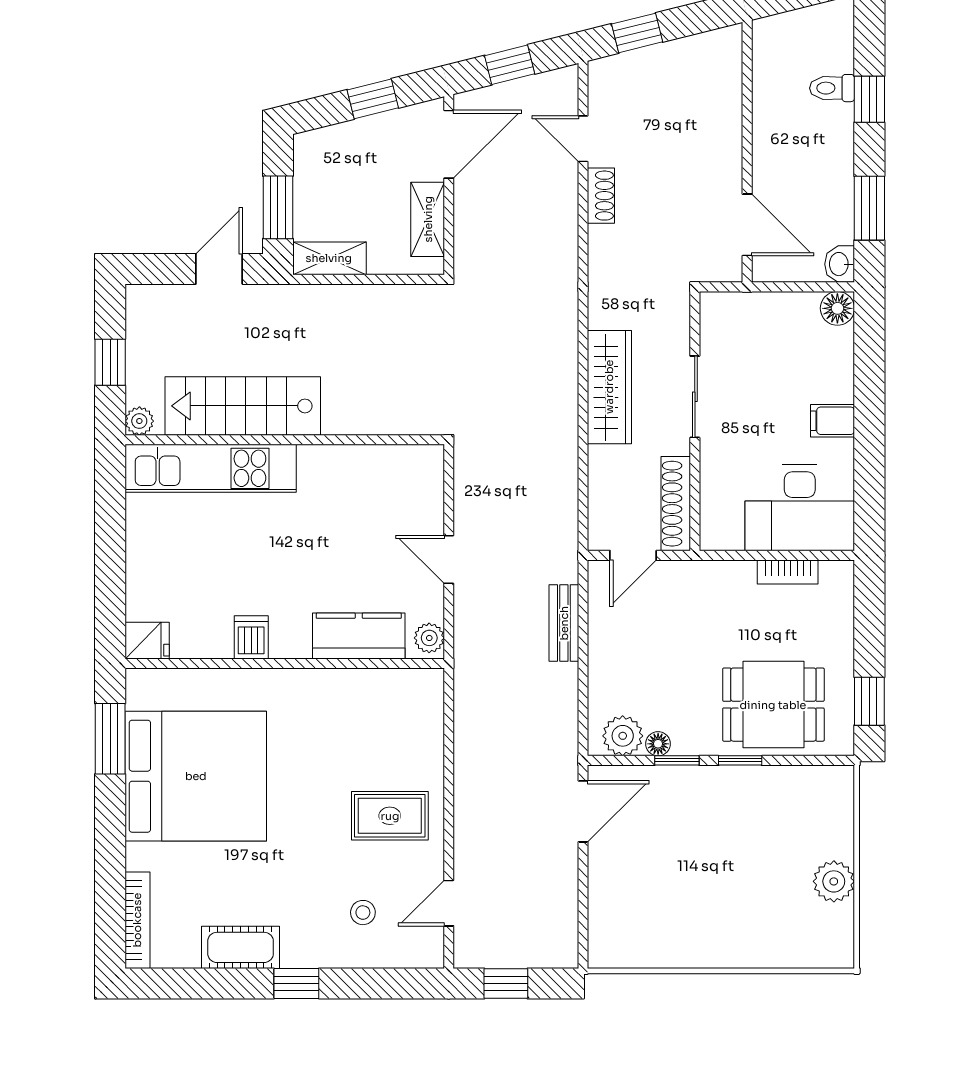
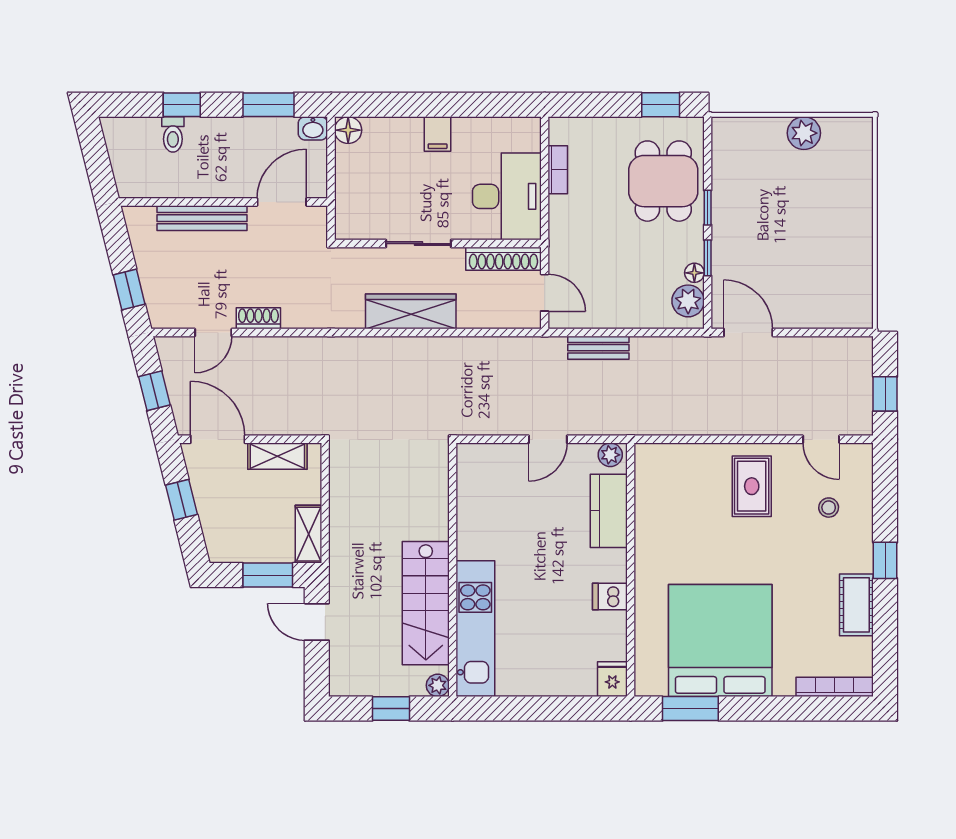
bench: (727, 125) -> (202, 218), added
desk: (800, 508) -> (507, 196), moved

